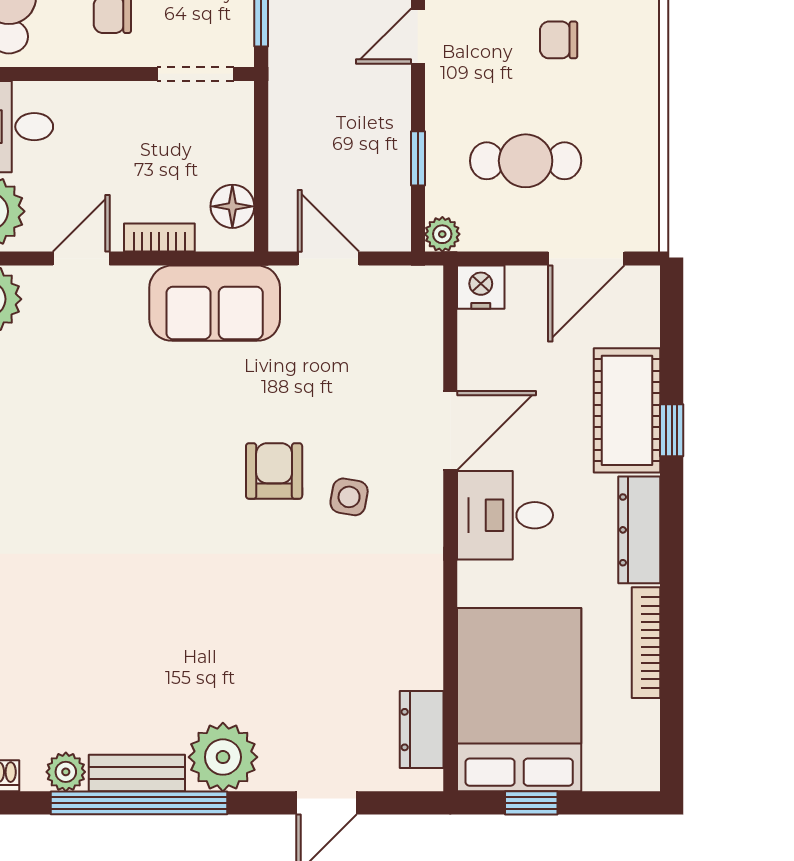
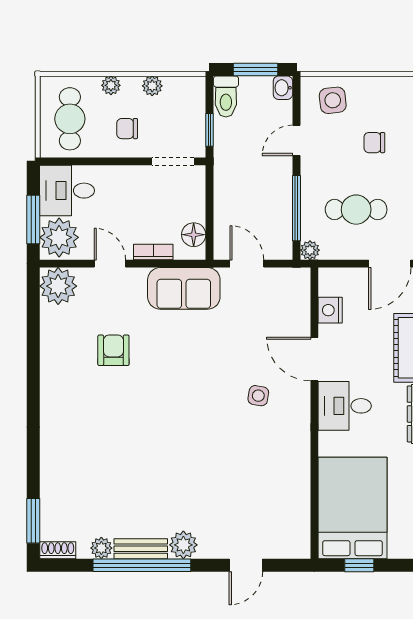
window: (418, 158) -> (296, 208), width x2.17
door: (81, 259) -> (110, 264), hinge flipped
nightstand: (481, 287) -> (330, 310), moved, turned -90
door: (450, 431) -> (314, 359), swing flipped
armchair: (274, 471) -> (113, 350), moved
dresser: (422, 730) -> (298, 525), removed
plant: (223, 757) -> (183, 545), width x0.73, depth x0.73

